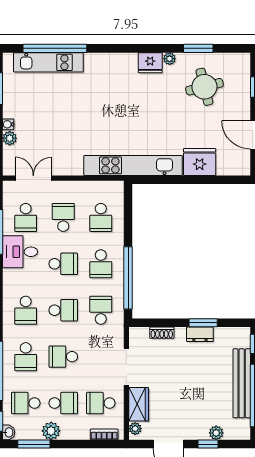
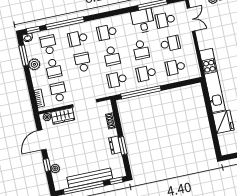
school desk: (101, 310) -> (117, 80), turned 180

